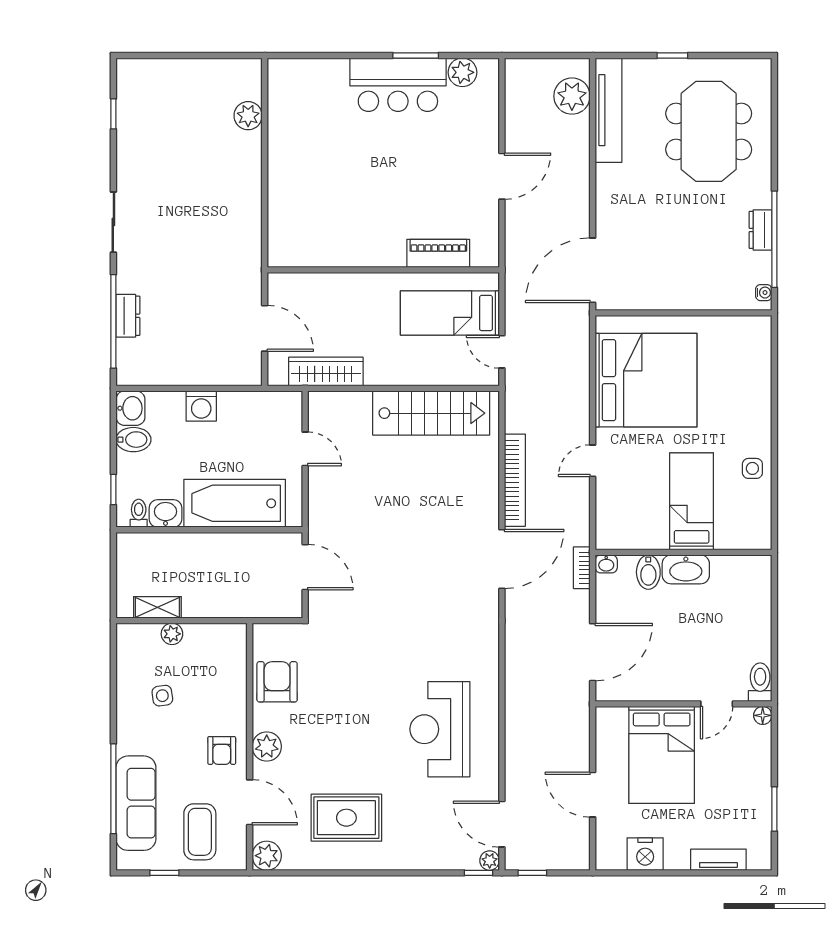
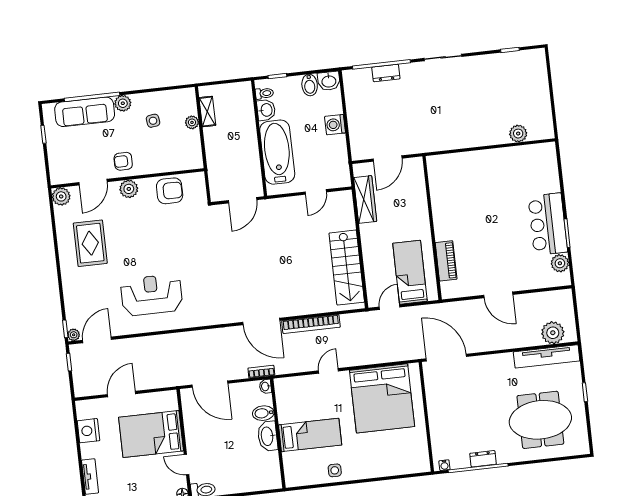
door: (593, 461) -> (328, 371), hinge flipped
plant: (129, 741) -> (123, 103), added
coffee table: (200, 832) -> (71, 153), removed

